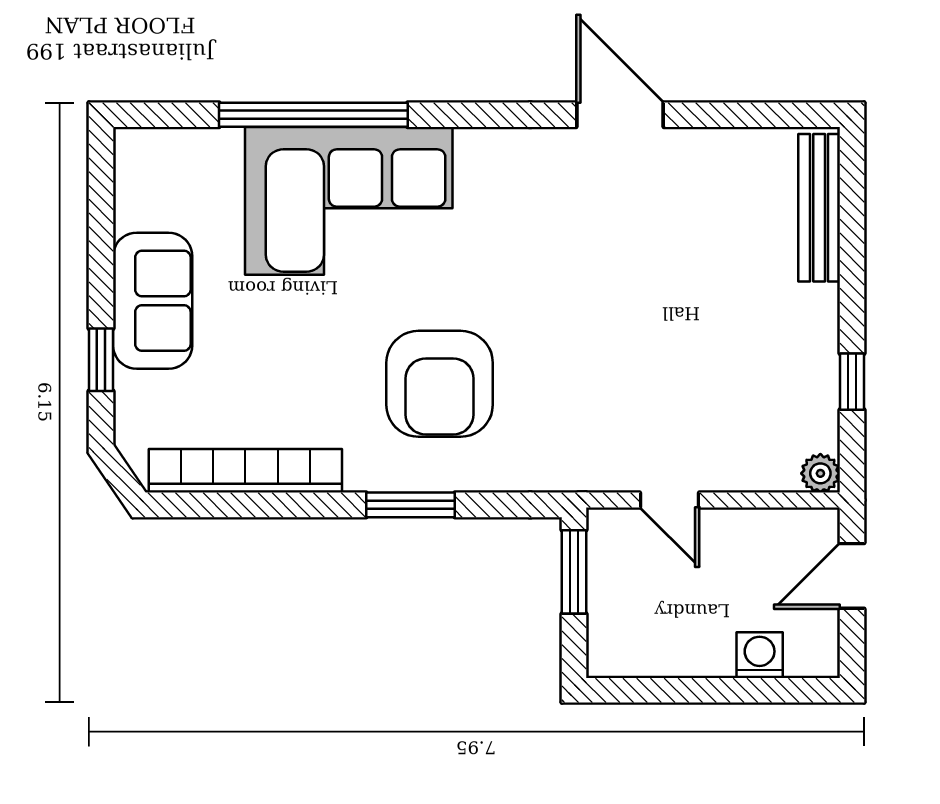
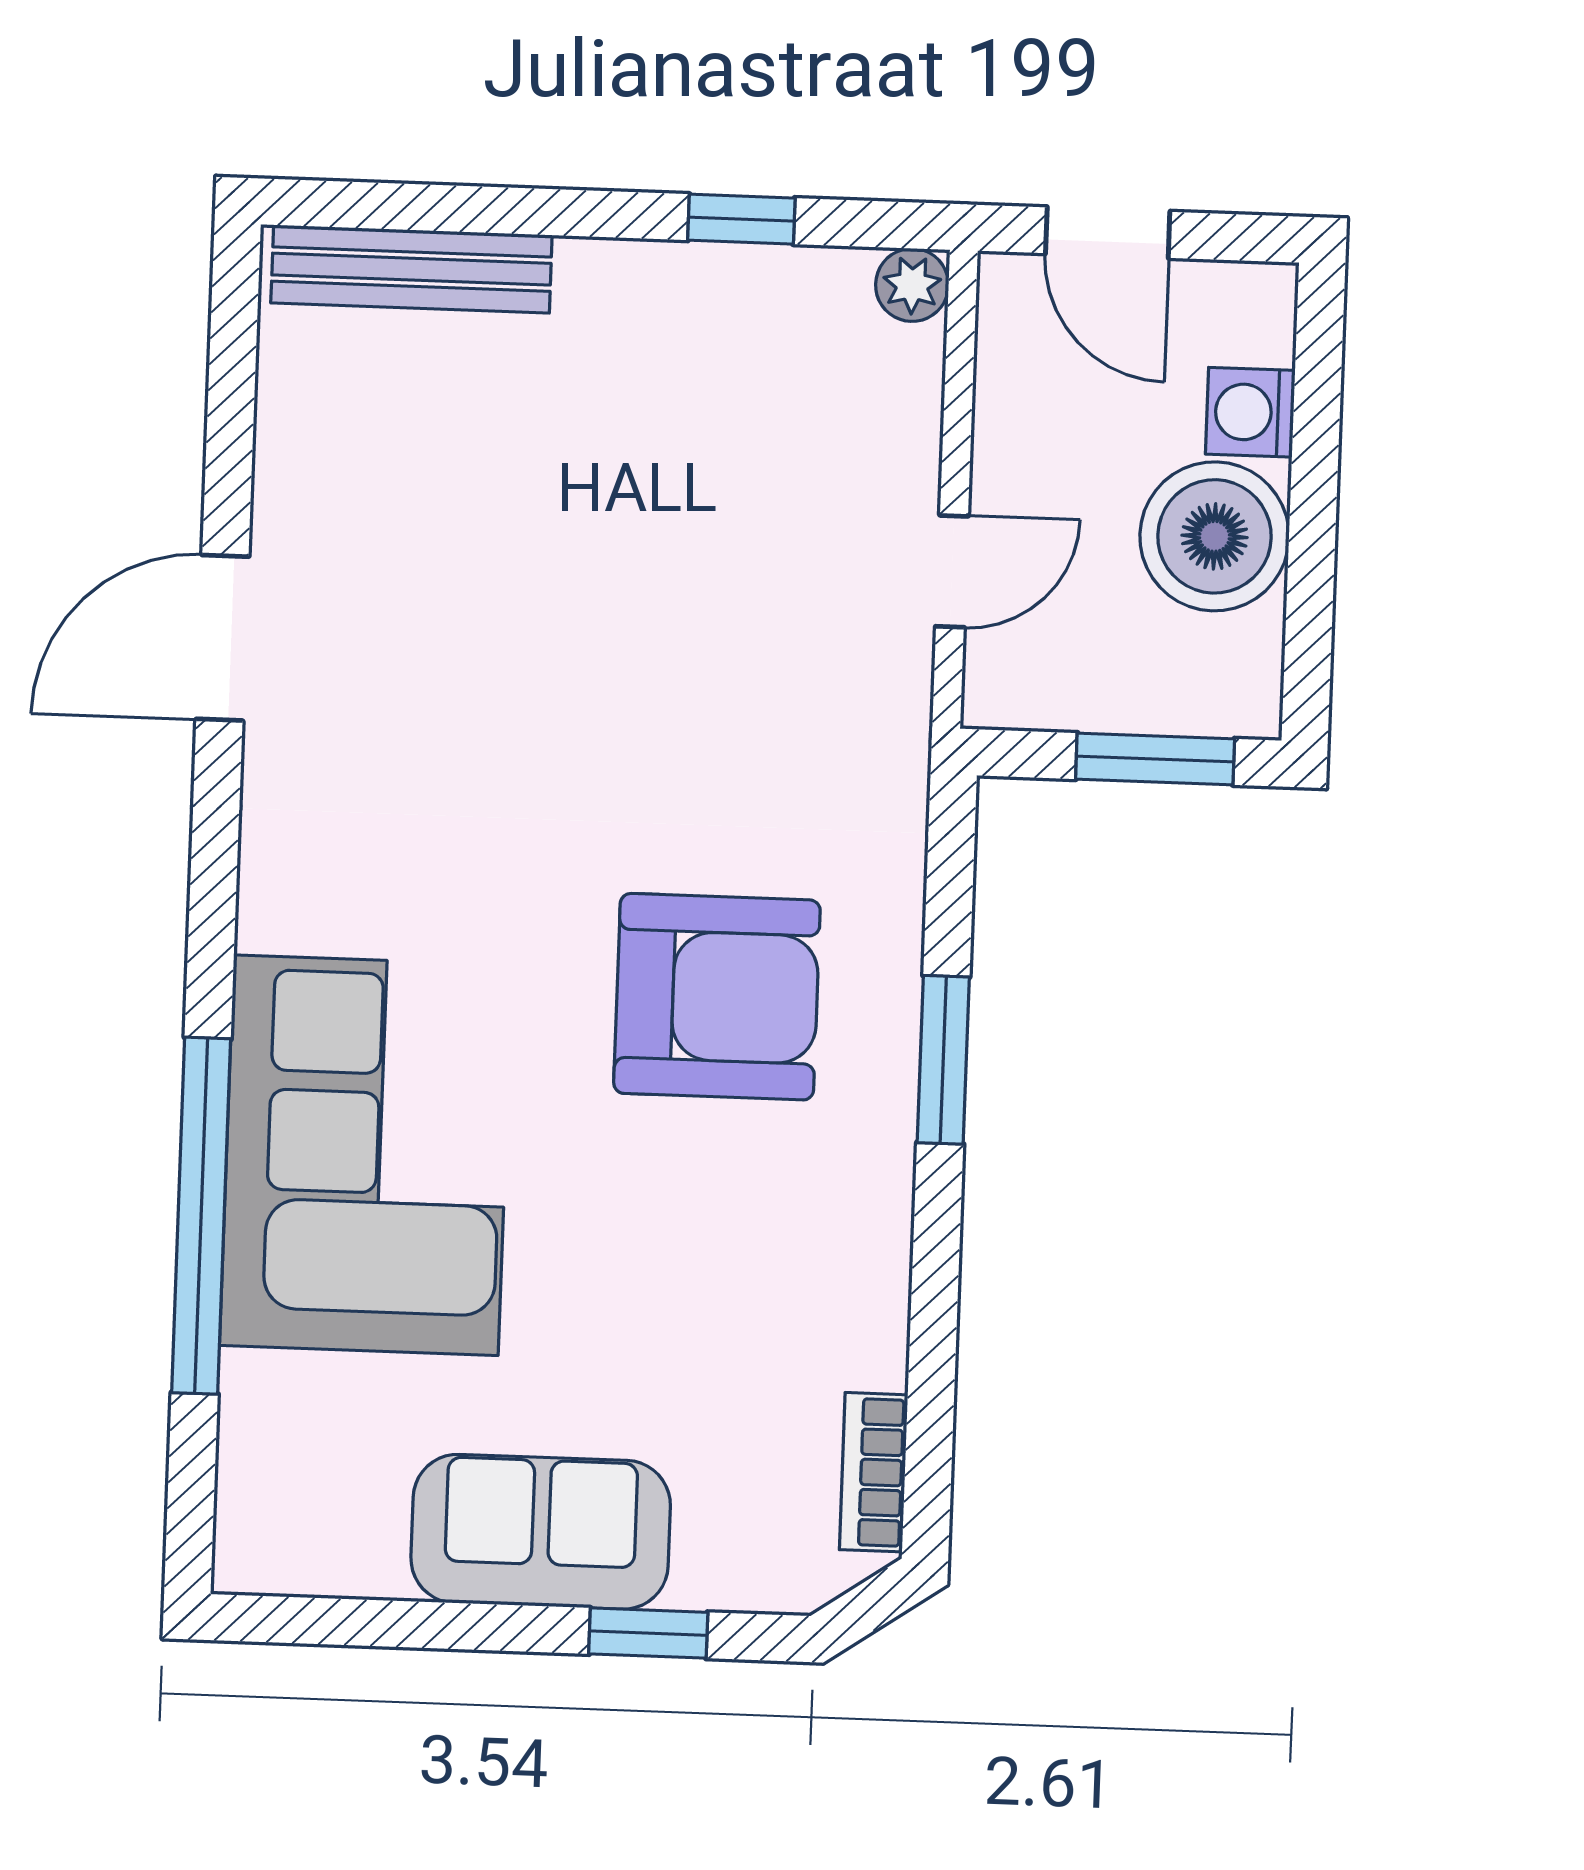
bookcase: (245, 471) -> (874, 1472), width x0.43, depth x0.76
window: (574, 572) -> (1155, 759), moved
boiler: (693, 638) -> (1215, 536), added

